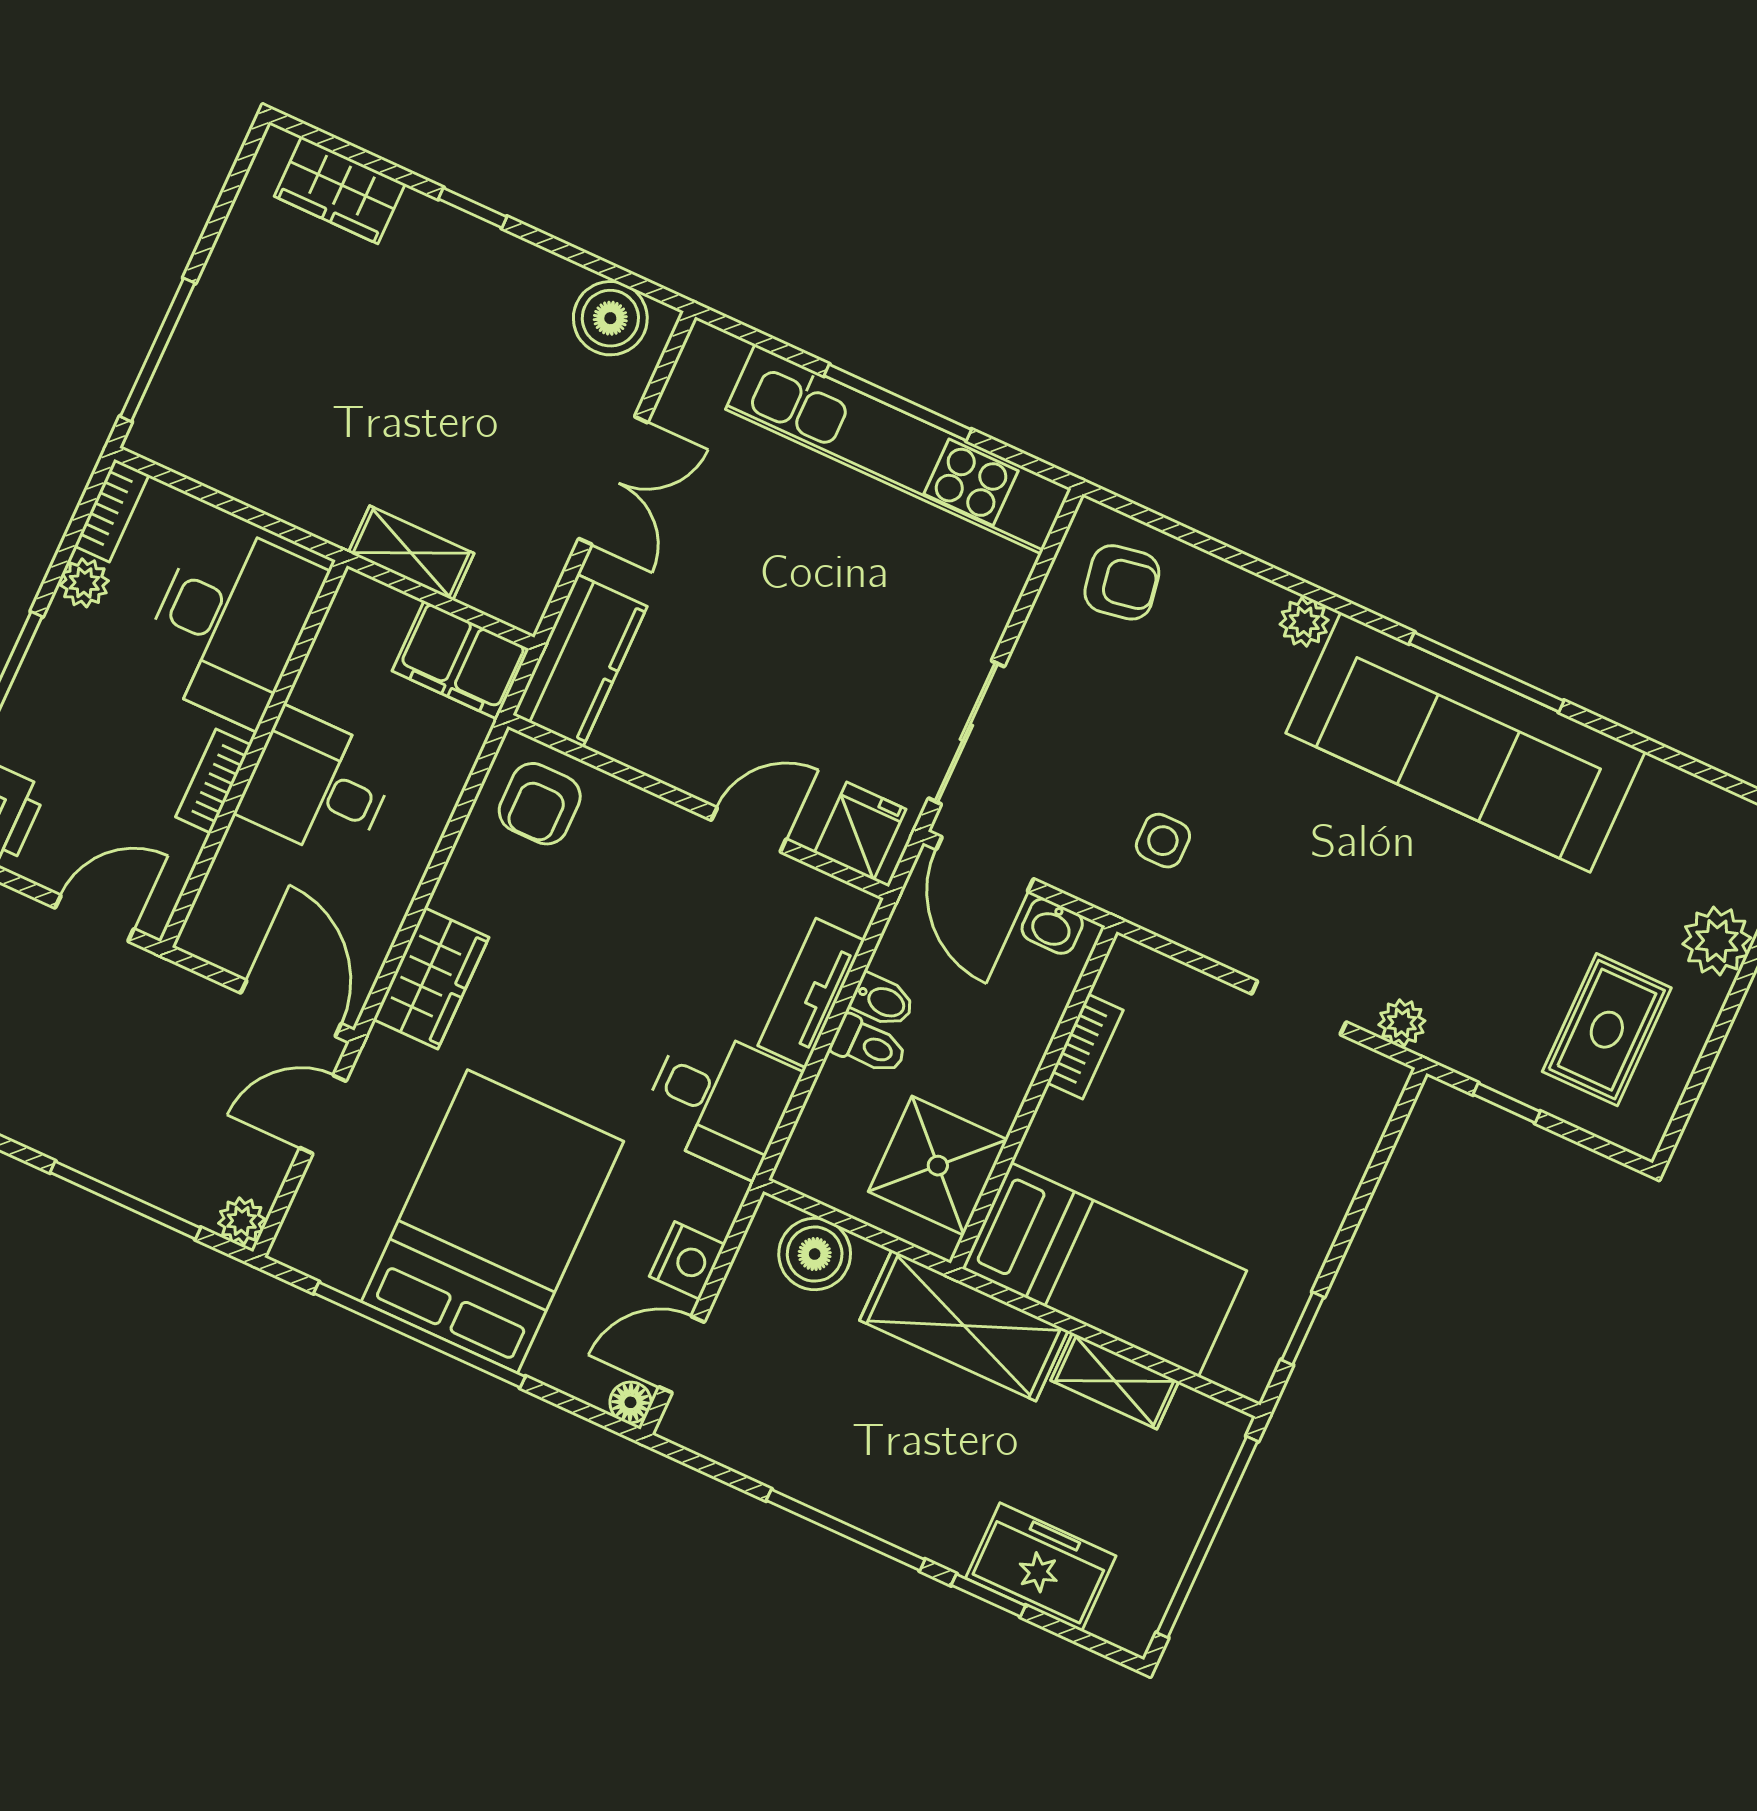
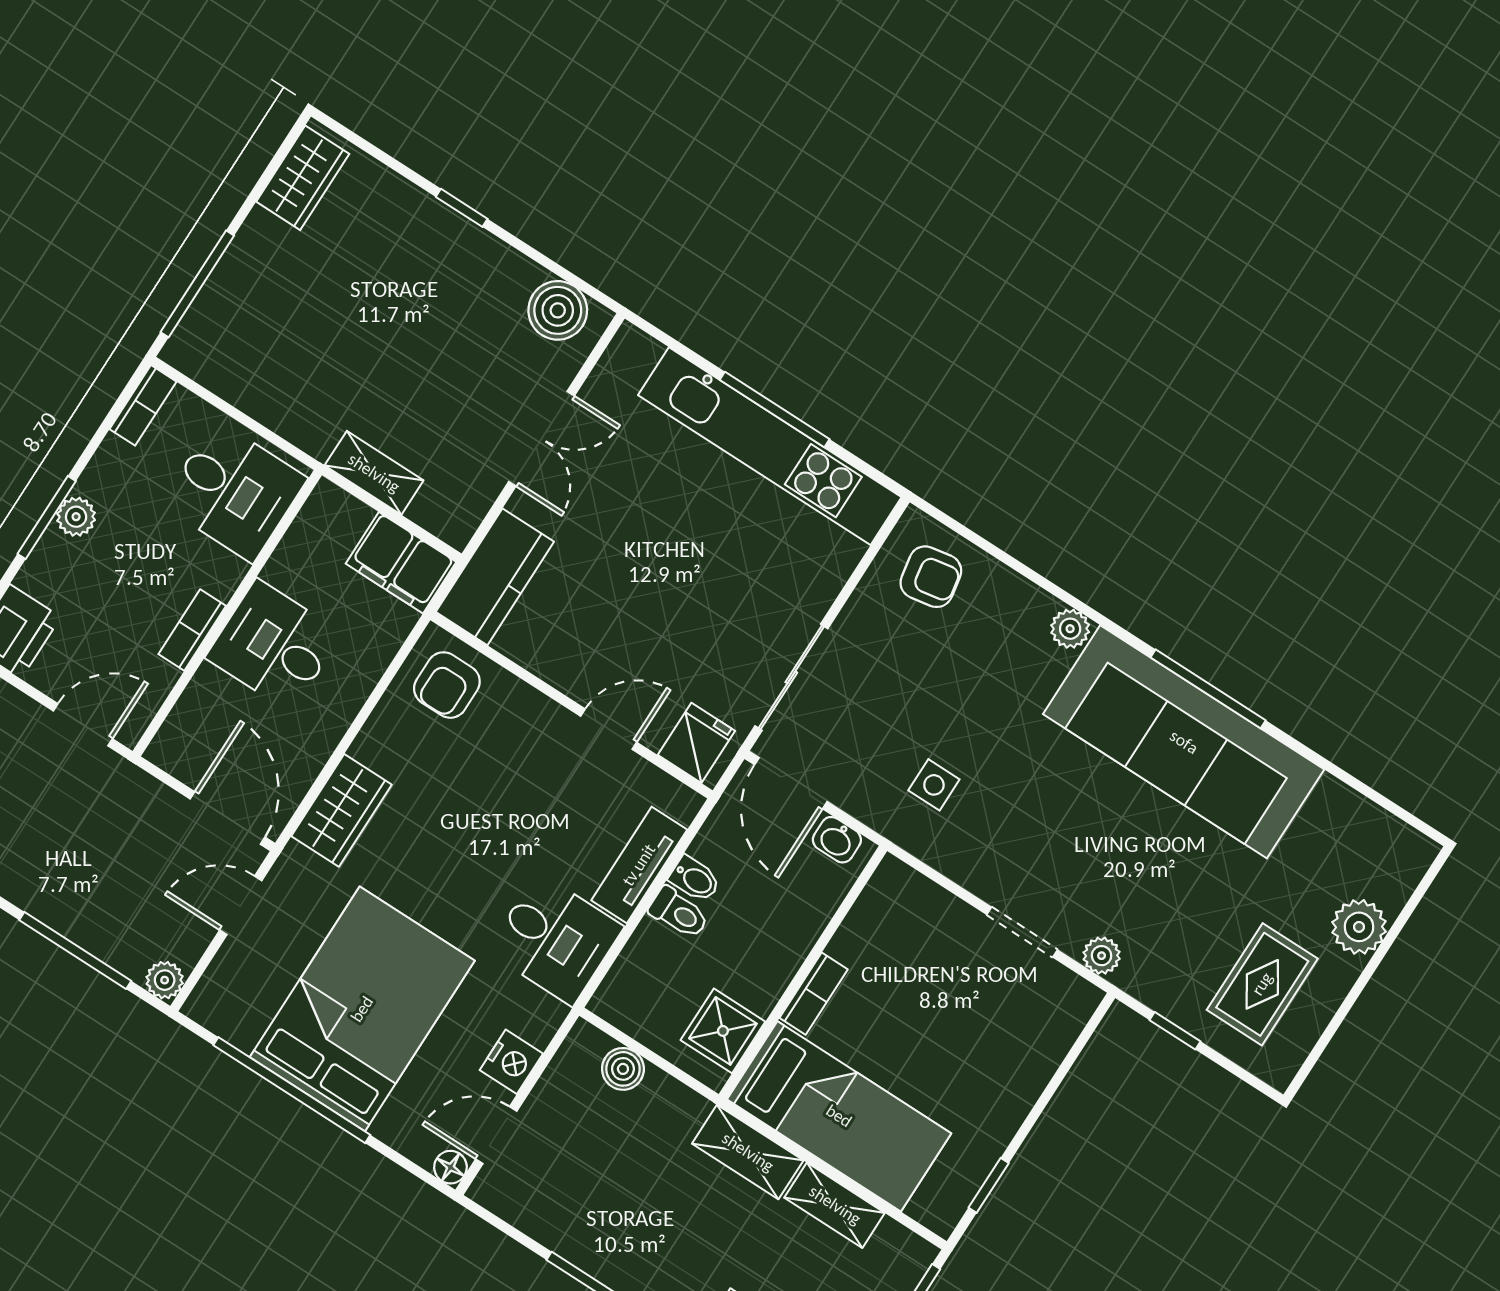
wardrobe: (340, 190) -> (303, 178), moved, turned -90
plant: (84, 583) -> (76, 517), moved
desk: (230, 623) -> (234, 491), width x0.73
bookcase: (1085, 1047) -> (814, 994), moved
shower: (938, 1166) -> (723, 1031), width x0.73, depth x0.73
boiler: (815, 1254) -> (623, 1069), width x0.73, depth x0.73
shelving: (964, 1326) -> (748, 1152), width x0.67, depth x0.75

